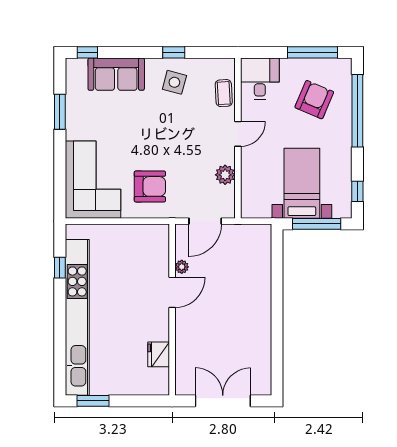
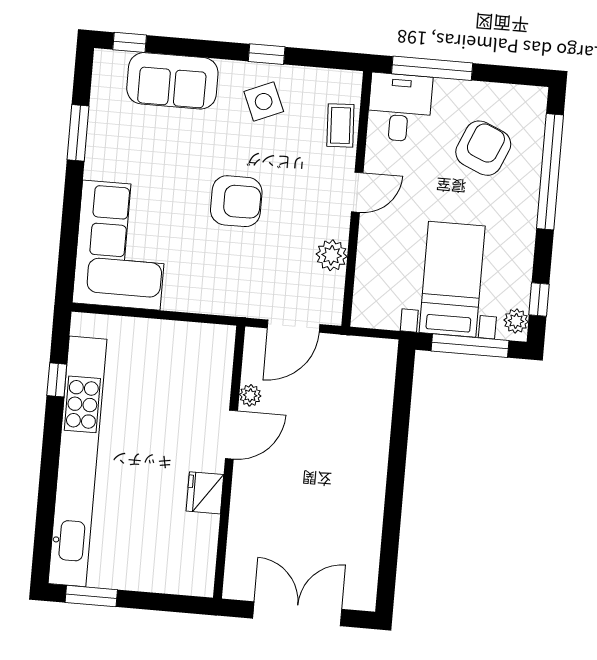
window: (313, 52) -> (432, 68), moved
side table: (174, 82) -> (264, 102), turned -38
armchair: (150, 186) -> (236, 201), moved
plant: (344, 206) -> (516, 321), added
fridge: (159, 354) -> (205, 493), moved

